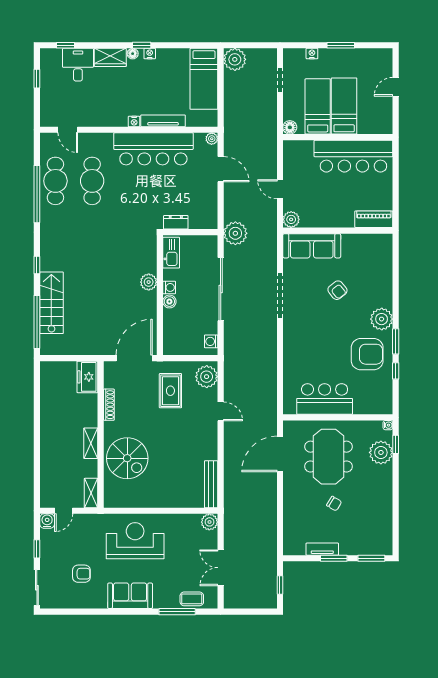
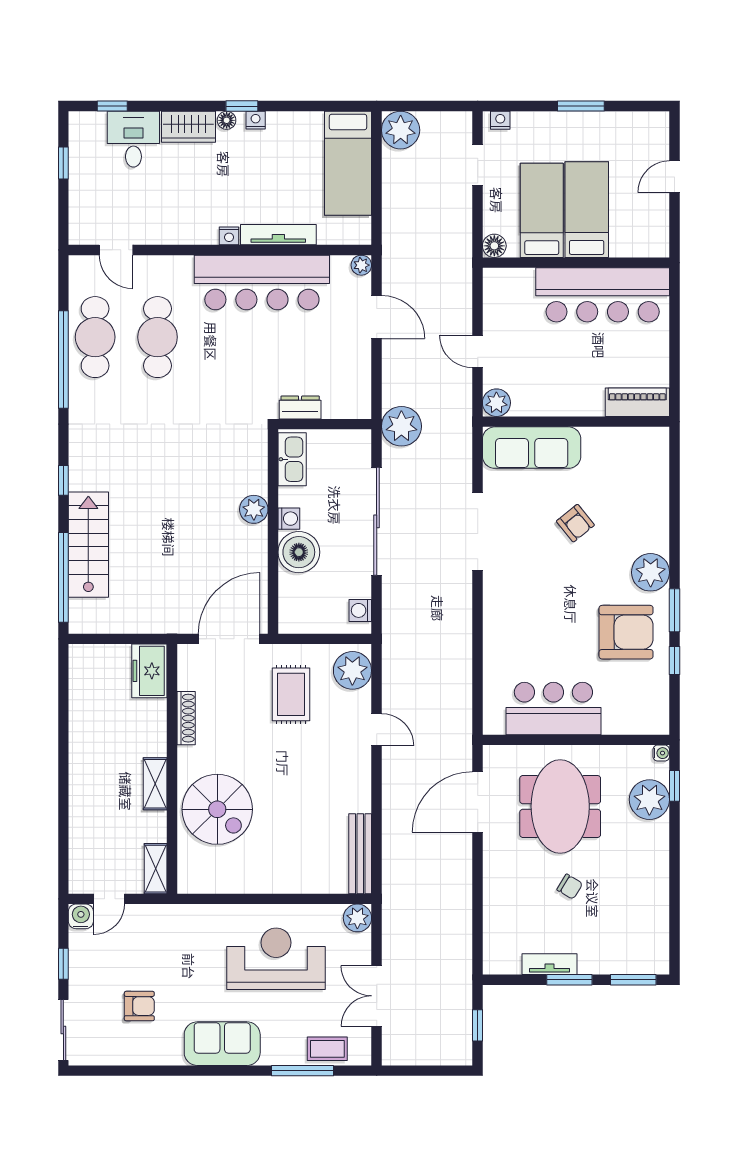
nightstand: (312, 54) -> (500, 120), moved
boiler: (169, 302) -> (299, 552), width x1.86, depth x1.86
reception desk: (135, 541) -> (276, 959), moved

